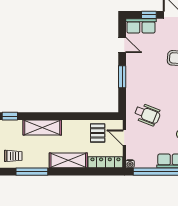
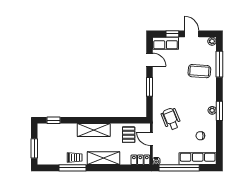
wheelchair: (147, 115) -> (171, 119), turned -134
shelving: (42, 127) -> (94, 130), moved
trolley: (13, 156) -> (75, 157), moved
locker: (105, 162) -> (140, 160), width x0.66

